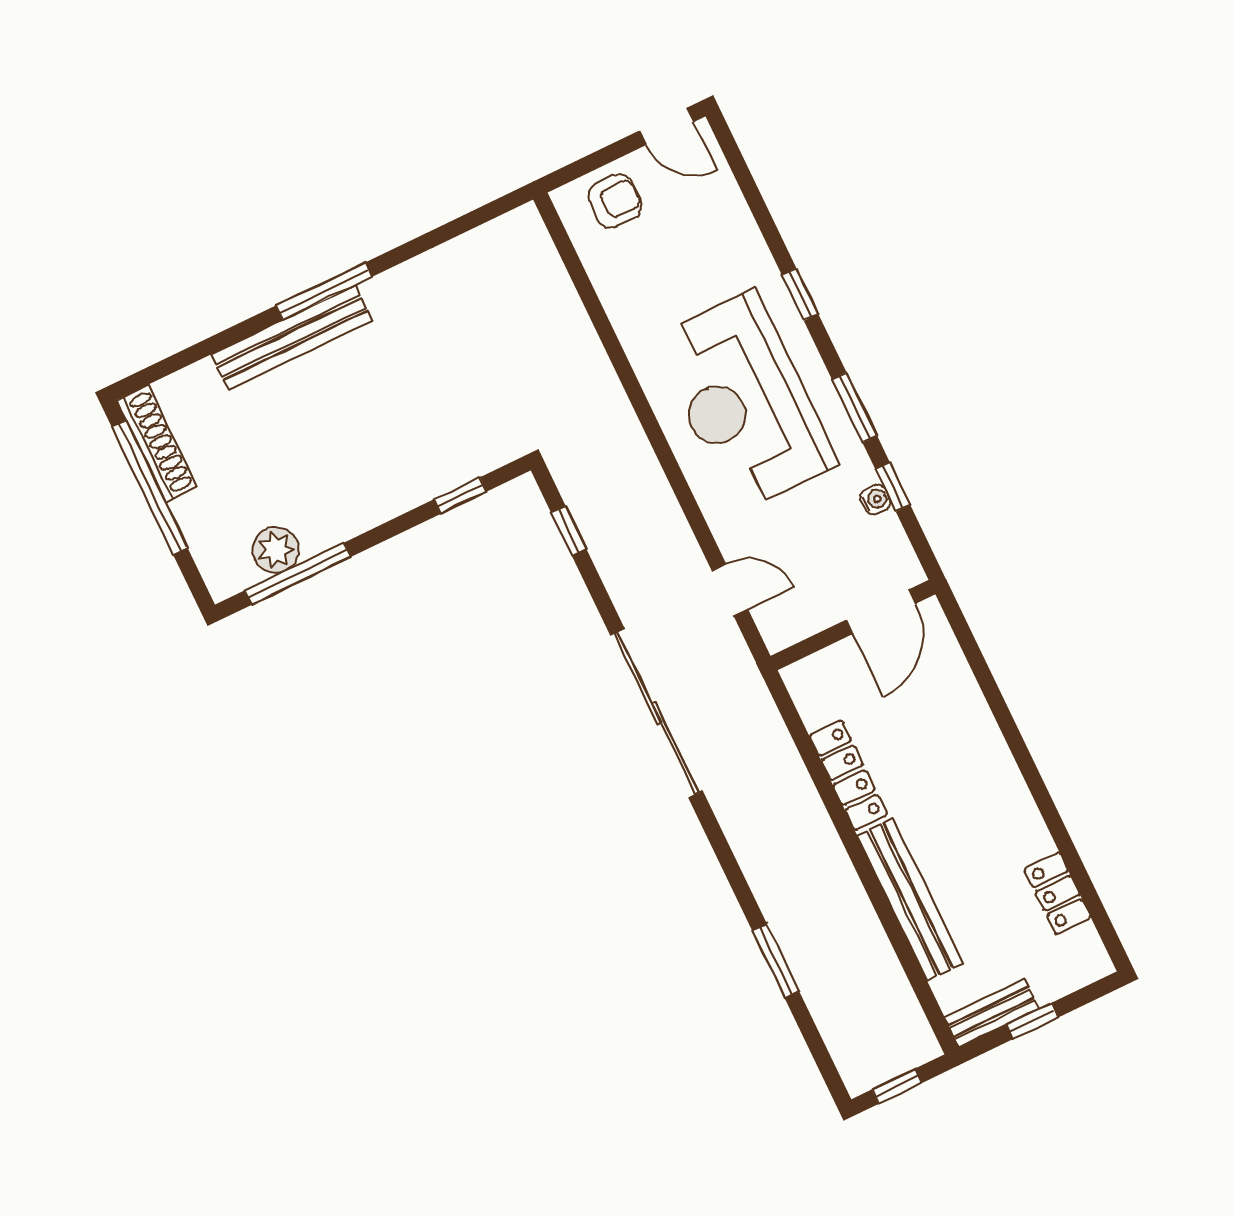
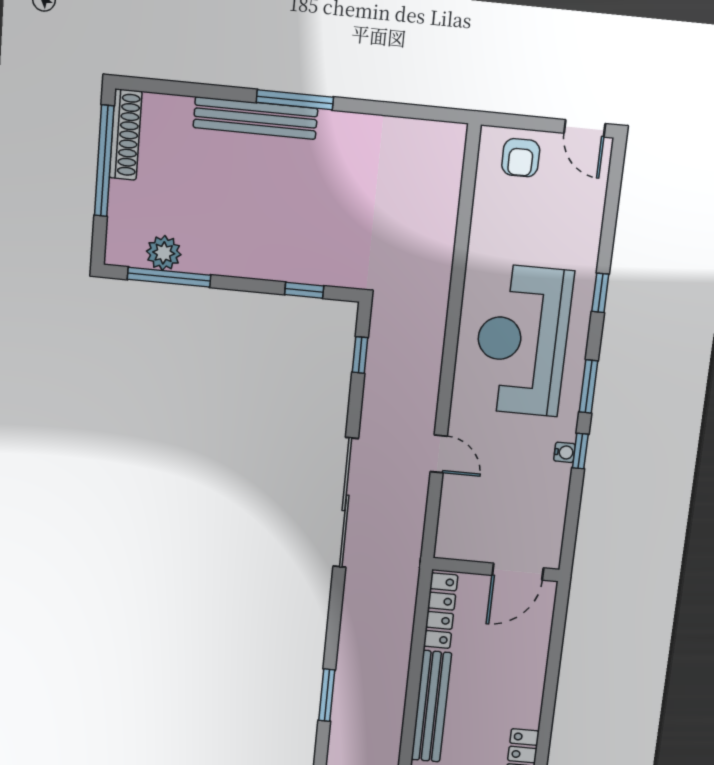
armchair: (615, 201) -> (521, 158), turned 90
door: (881, 612) -> (518, 572), moved
wall: (853, 625) -> (496, 570), moved

